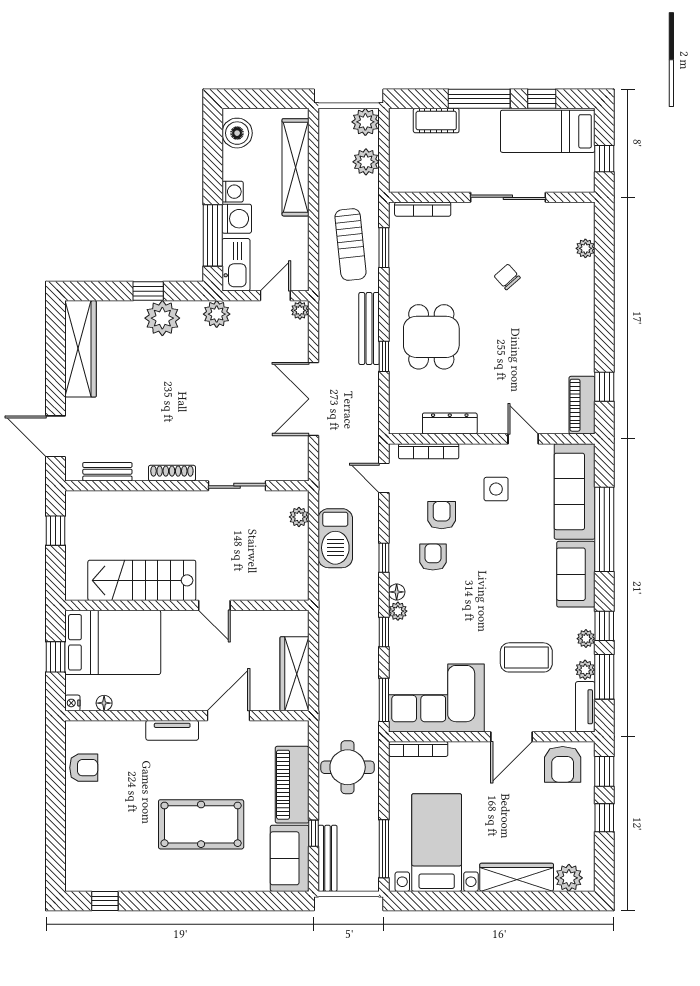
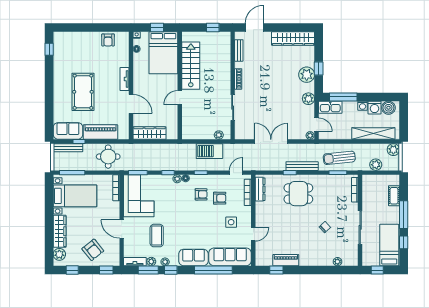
plant: (365, 122) -> (393, 150), moved
washing machine: (237, 219) -> (375, 108), moved
piano: (582, 405) -> (286, 260), moved
dresser: (450, 424) -> (260, 189), moved
armchair: (563, 764) -> (93, 250), moved, turned -129
window: (604, 818) -> (72, 270), moved

